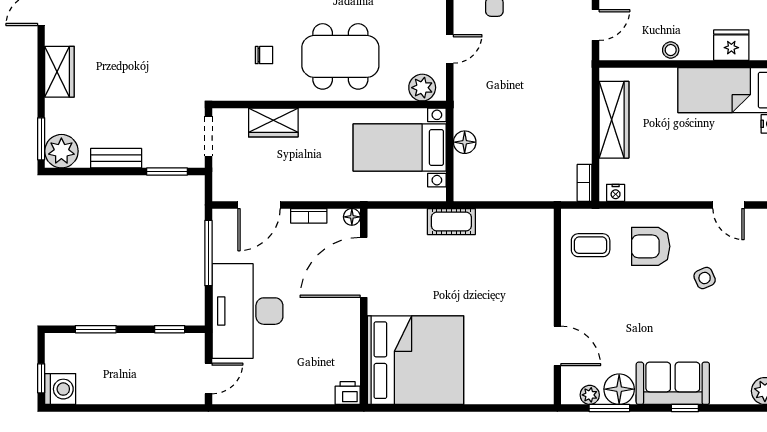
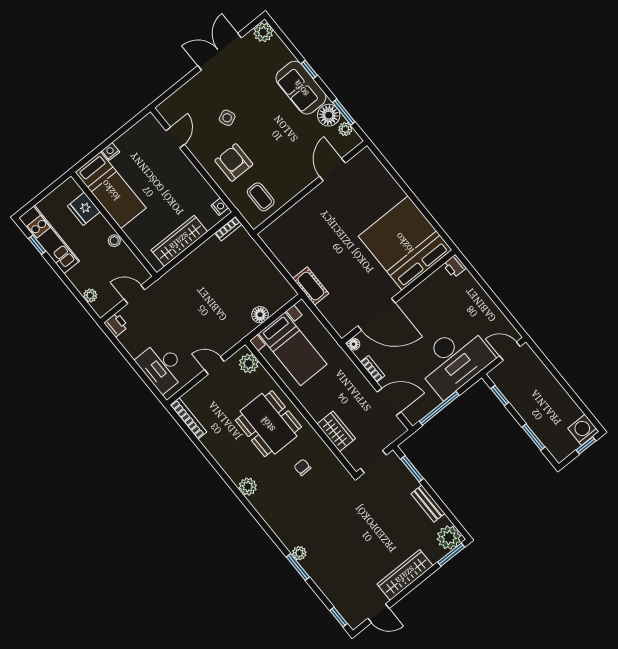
wardrobe: (59, 72) -> (405, 575), width x1.50
armchair: (651, 246) -> (234, 162), turned 180

